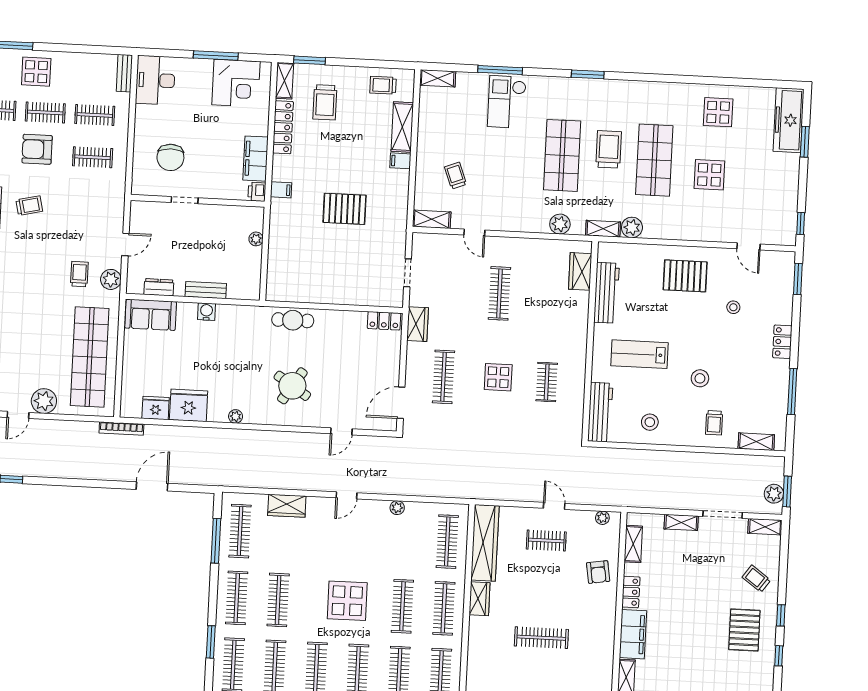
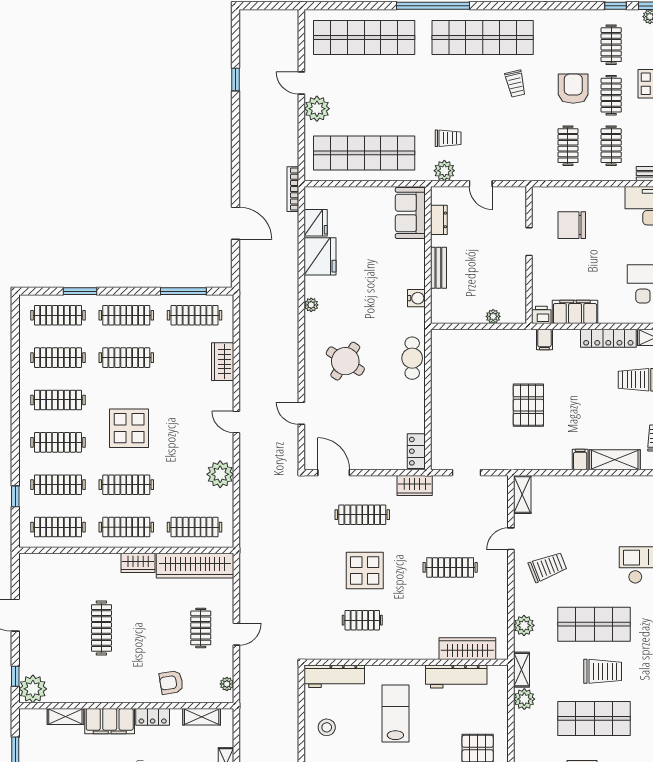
trolley: (456, 176) -> (548, 567), moved, width x1.36, depth x1.39
wardrobe: (580, 271) -> (467, 649), width x1.50
water cooler: (206, 312) -> (416, 298), moved
display table: (498, 377) -> (365, 571), width x1.36, depth x1.36
plant: (397, 508) -> (220, 474), width x1.88, depth x1.88

